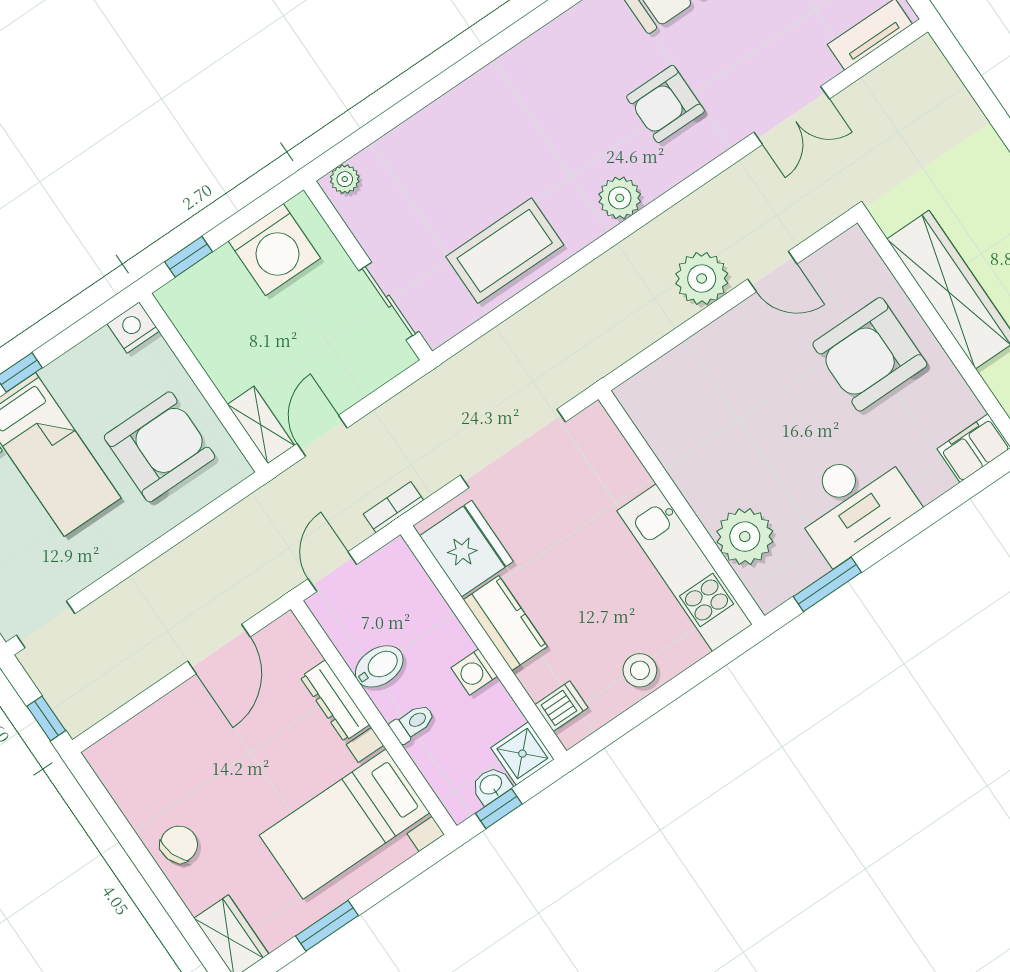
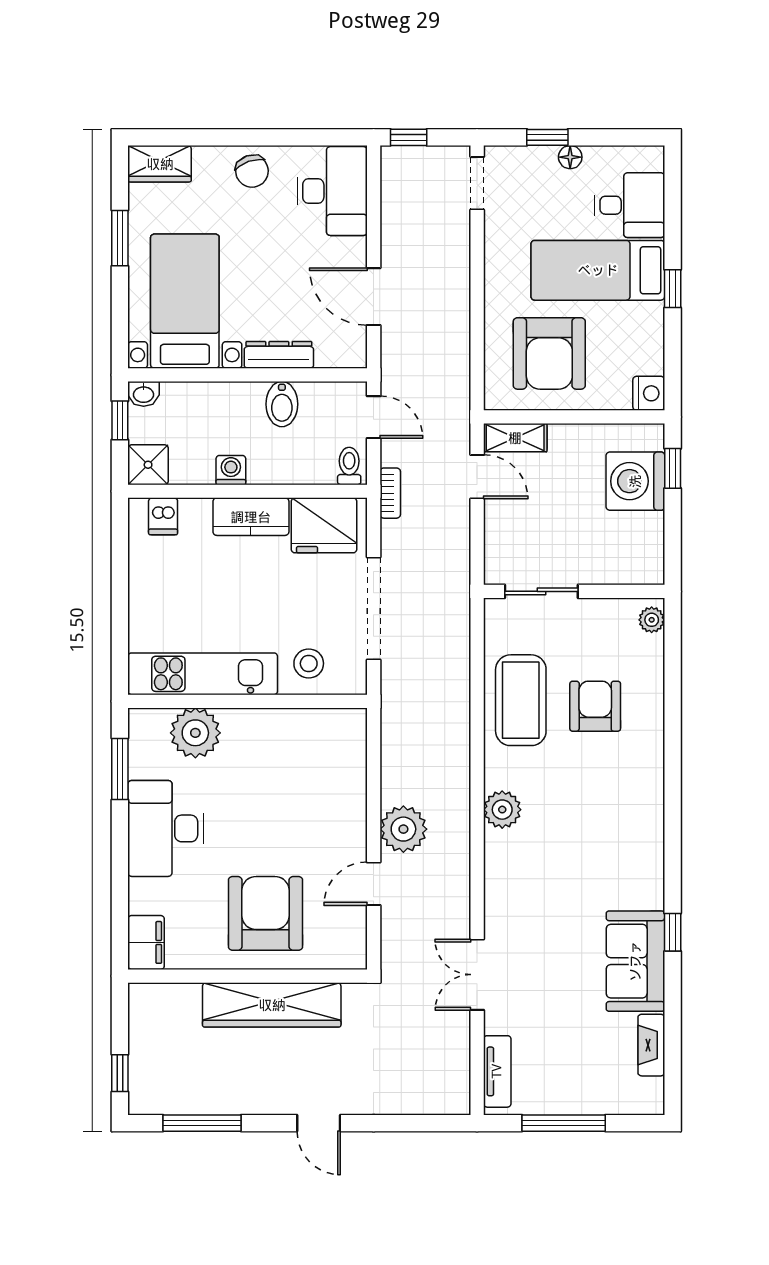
armchair: (665, 104) -> (595, 706), moved
washing machine: (274, 250) -> (635, 481), moved
stool: (640, 670) -> (309, 663), moved
toilet: (413, 723) -> (349, 466), moved, turned 180
desk: (146, 756) -> (332, 191), added
washbasin: (491, 785) -> (144, 394), moved, turned 90

